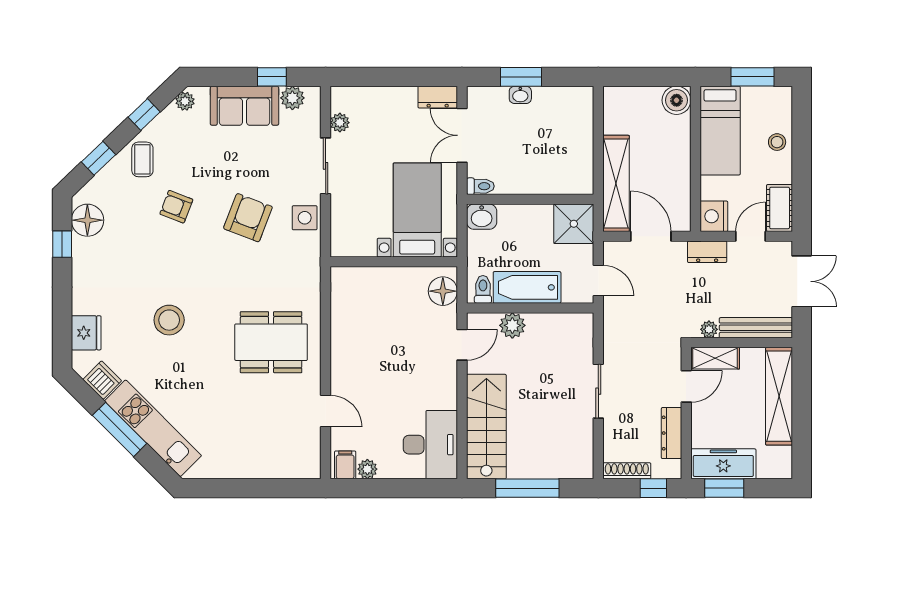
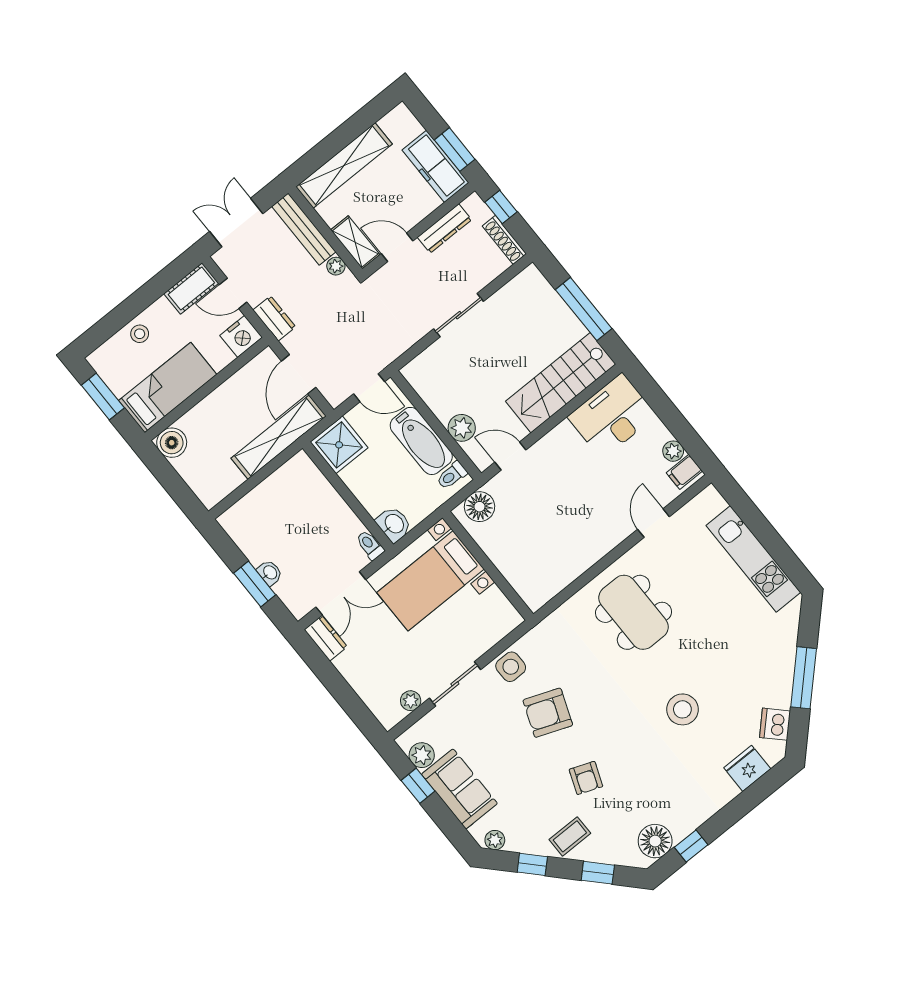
door: (598, 281) -> (369, 388), swing flipped
kitchen unit: (153, 428) -> (753, 559), moved, turned -45

